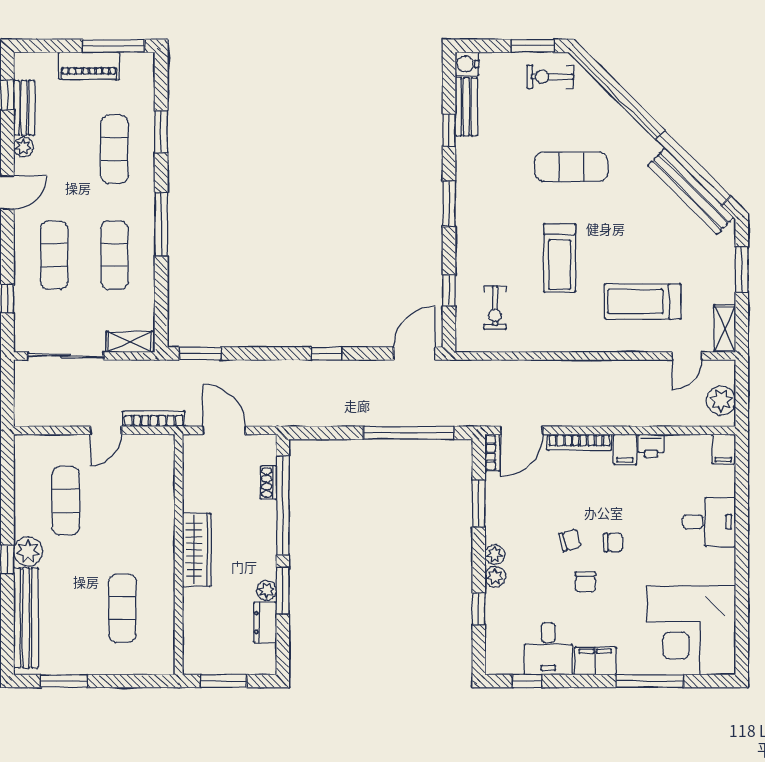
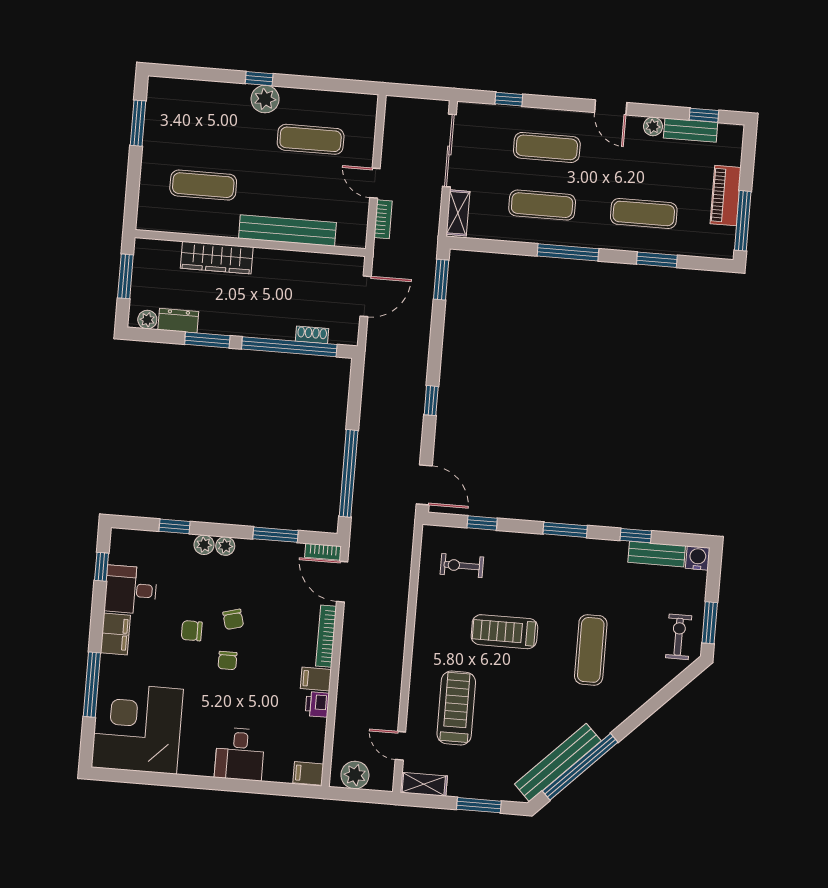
bookcase: (154, 419) -> (383, 219), width x0.64
wardrobe: (196, 550) -> (217, 258), moved
plant: (267, 590) -> (147, 320), moved
bench: (26, 618) -> (287, 230), moved

